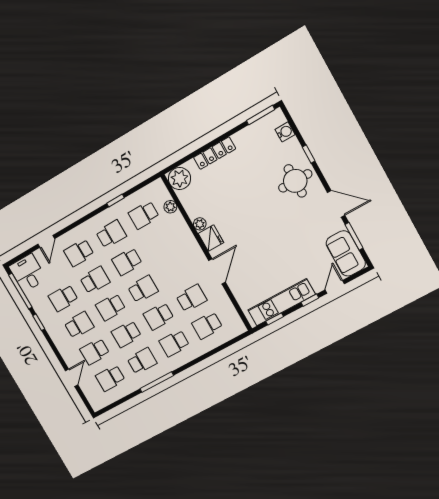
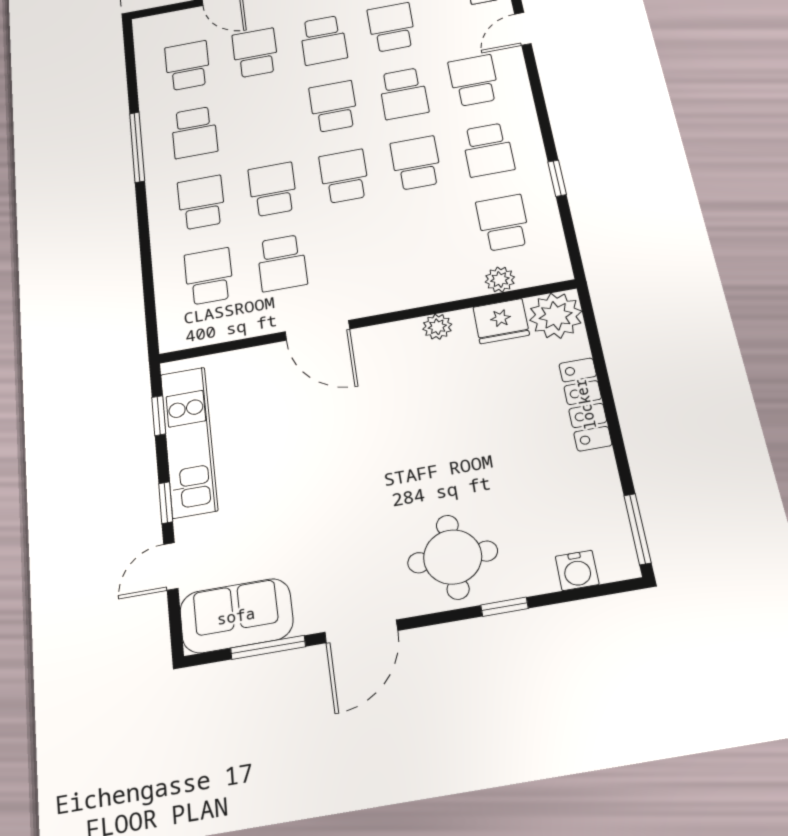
fridge: (211, 238) -> (501, 321), moved
door: (46, 241) -> (523, 29), hinge flipped
door: (335, 287) -> (171, 566), swing flipped
school desk: (143, 289) -> (344, 176), turned 180
school desk: (126, 334) -> (264, 119), removed

